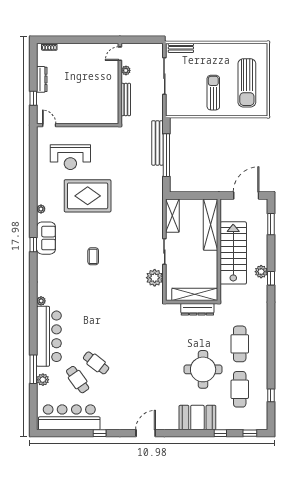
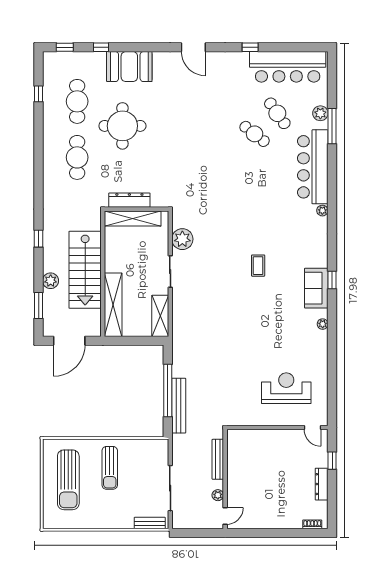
sun lounger: (247, 83) -> (68, 480), turned 180
rug: (88, 196) -> (265, 340), removed
plant: (261, 272) -> (51, 281), moved
door: (146, 433) -> (193, 47), hinge flipped

